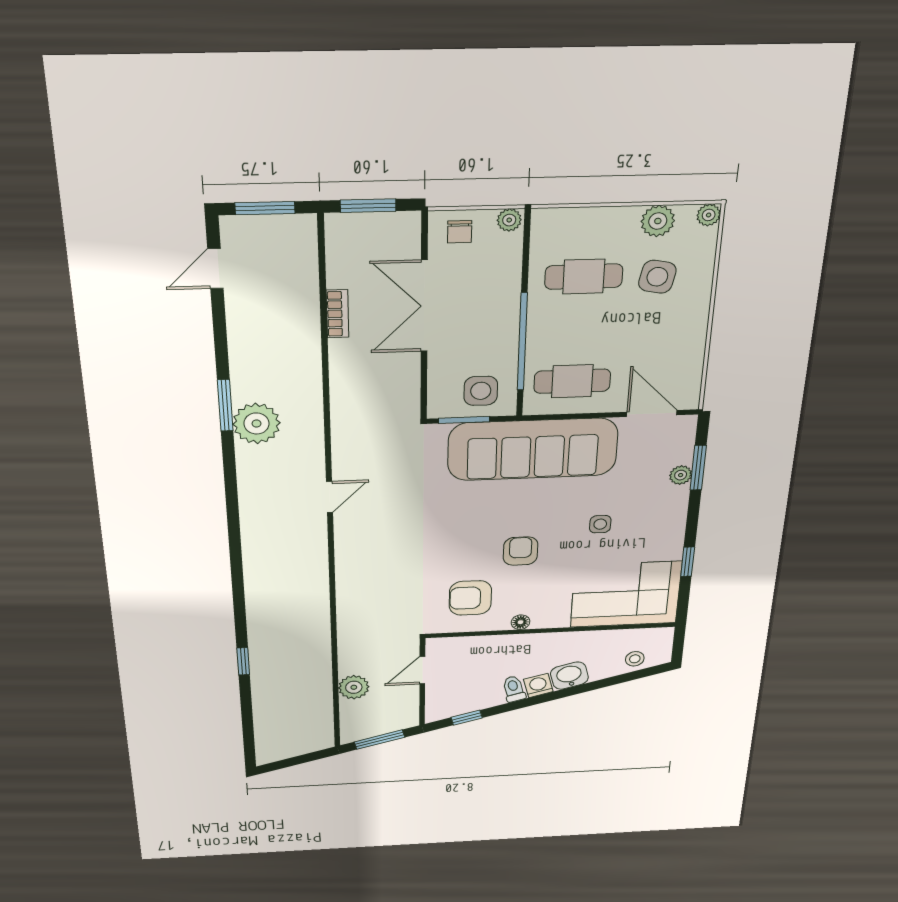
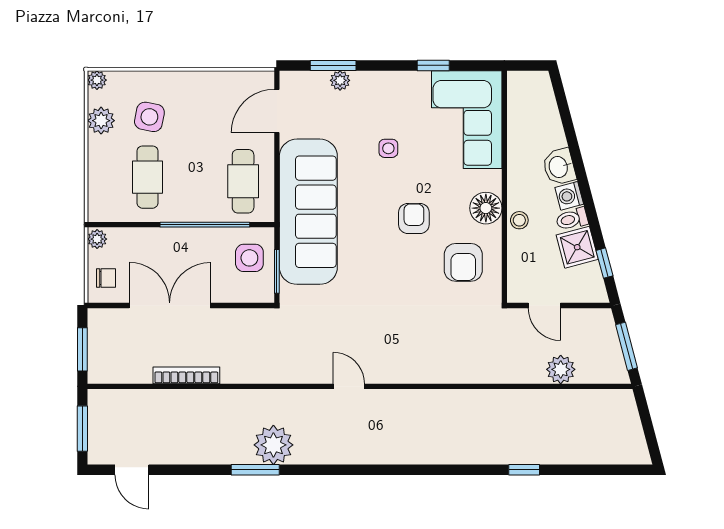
double door: (424, 306) -> (170, 306), swing flipped
bookcase: (337, 314) -> (186, 375), width x1.56
armchair: (520, 551) -> (414, 218), turned 90
floor lamp: (520, 622) -> (486, 208), width x1.89, depth x1.89
stool: (635, 659) -> (519, 220), moved
shower: (484, 695) -> (577, 247), added

